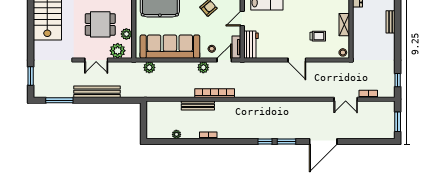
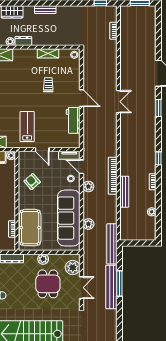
plant: (126, 34) -> (43, 259), moved
trolley: (318, 36) -> (48, 85), moved
workbench: (251, 45) -> (73, 120), moved, turned -90
door: (297, 60) -> (81, 98), hinge flipped
plant: (149, 67) -> (88, 224), moved
bench: (142, 92) -> (112, 244), added
double door: (346, 99) -> (118, 102), moved
window: (59, 100) -> (119, 283), moved
window: (265, 142) -> (158, 158), moved

